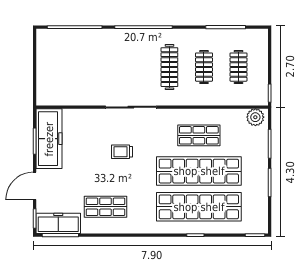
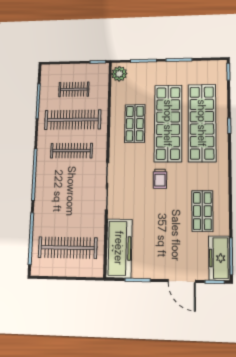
clothes rail: (66, 67) -> (68, 248), added
clothes rail: (204, 67) -> (73, 120), width x1.86, depth x1.31
freezer: (49, 139) -> (119, 248), moved, turned 90
trolley: (122, 152) -> (160, 179), moved

